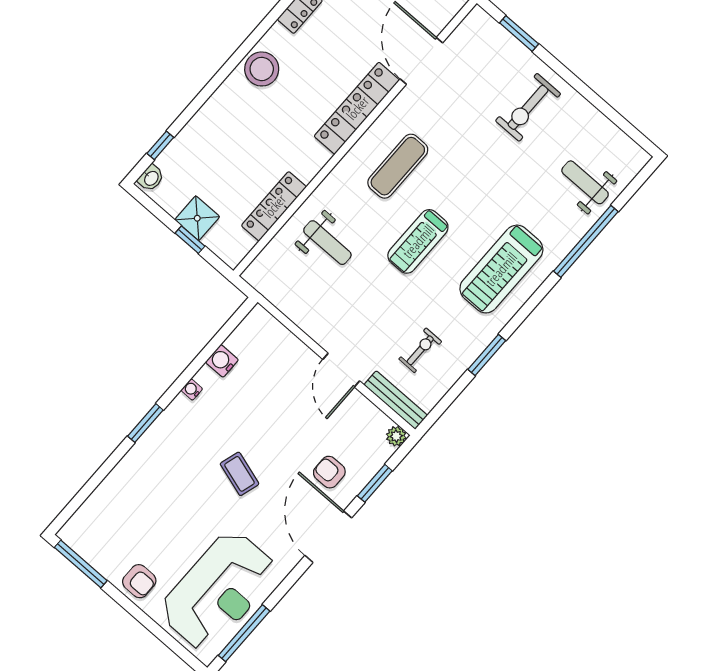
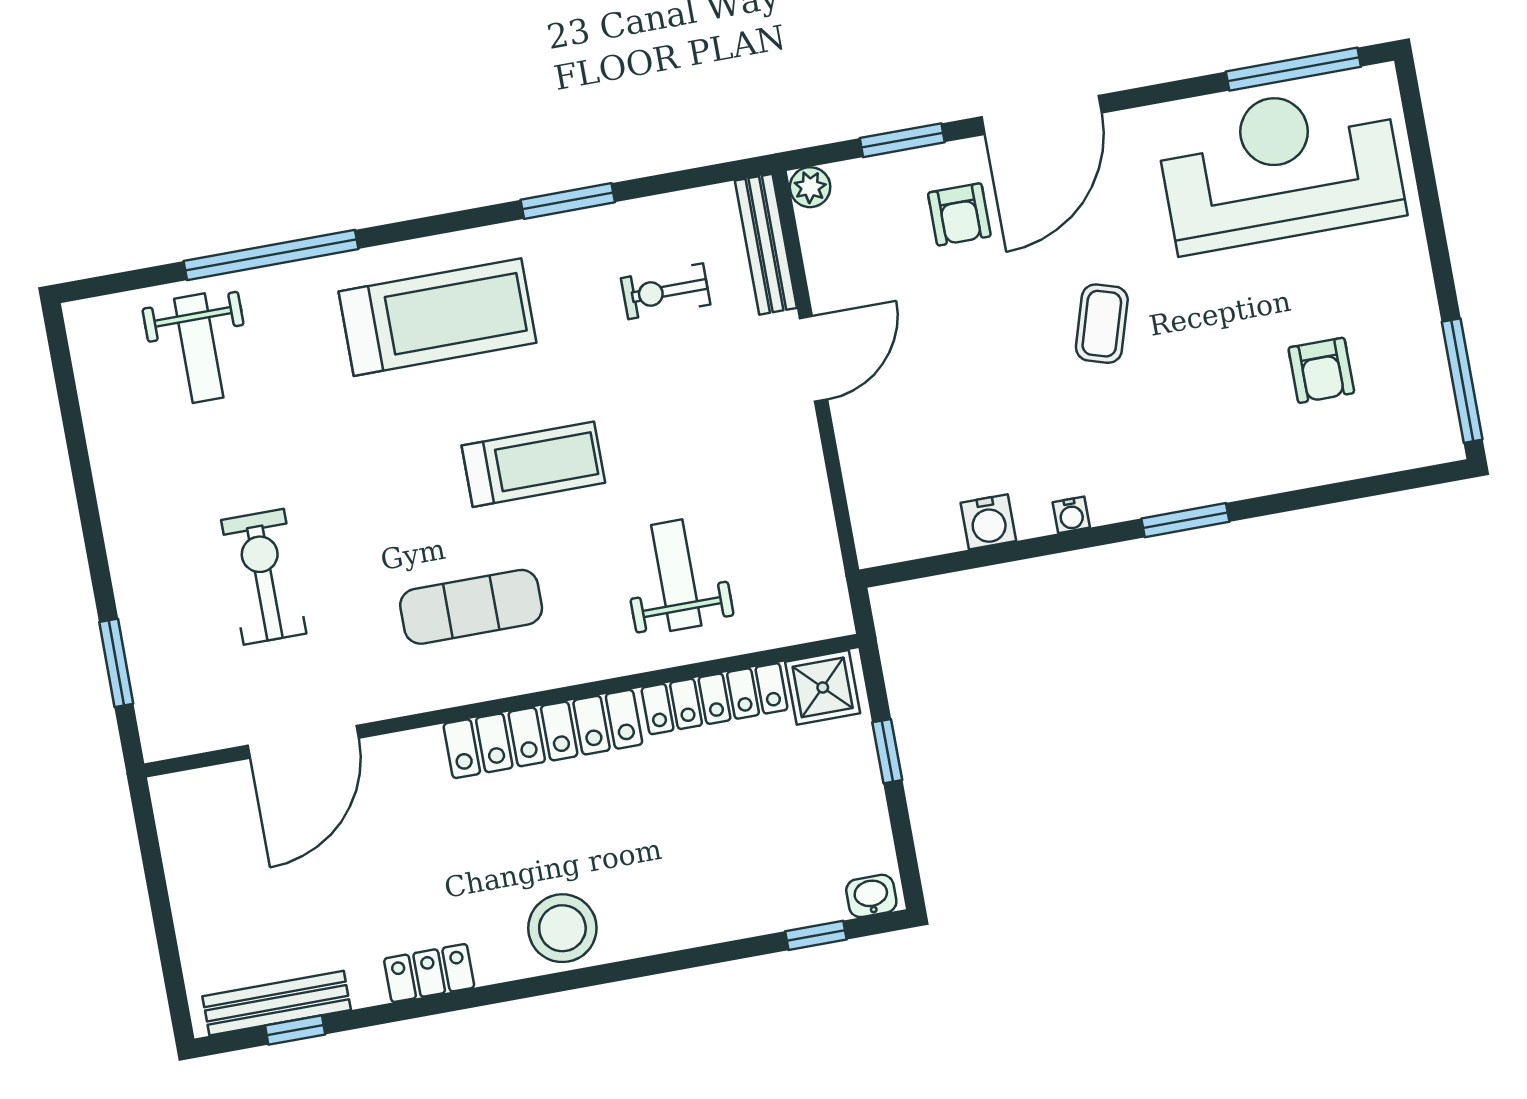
exercise bike: (528, 107) -> (264, 577), moved, turned -90
locker: (357, 108) -> (543, 734), moved
shower: (197, 218) -> (823, 687), moved
armchair: (139, 581) -> (1321, 370), moved, turned 180

